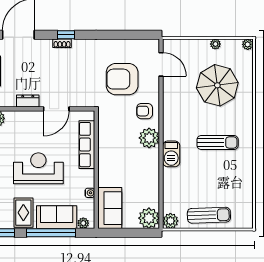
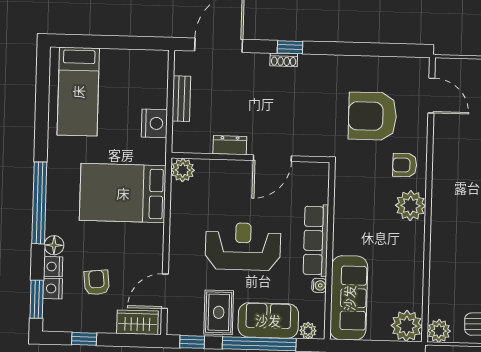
row of seats: (87, 145) -> (316, 241), moved
barbecue: (171, 154) -> (443, 230), removed
sofa: (110, 208) -> (349, 298), width x1.36

